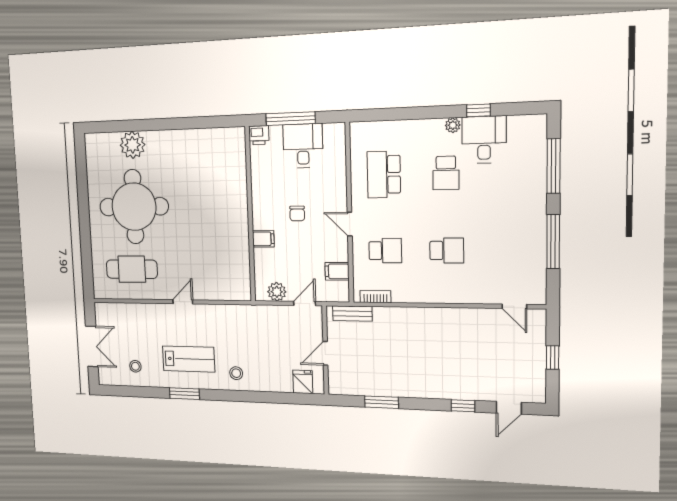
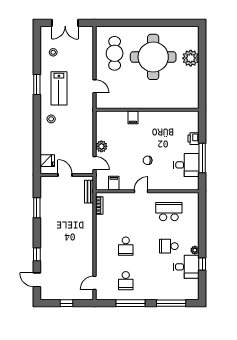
wall: (250, 215) -> (147, 110), moved
filing cabinet: (263, 239) -> (133, 117), moved
school desk: (385, 251) -> (126, 281), moved

